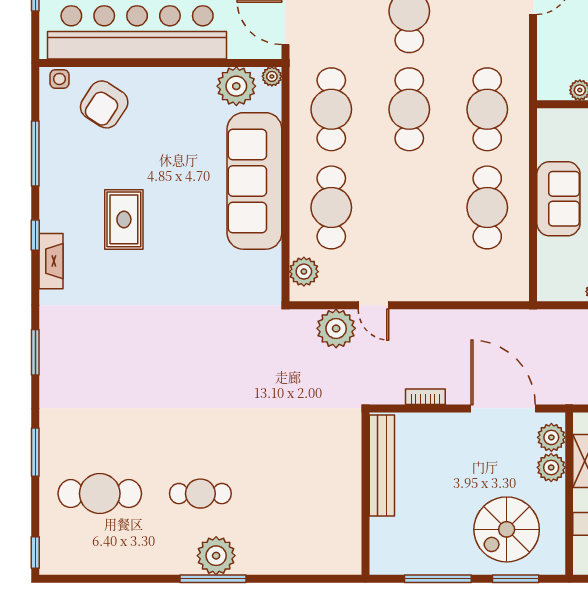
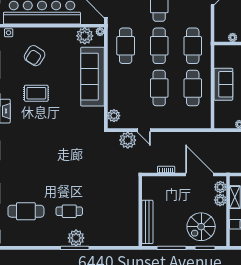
armchair: (104, 104) -> (35, 56), moved
cafe table: (331, 207) -> (159, 88), moved
rug: (124, 219) -> (36, 93), turned 90
bench: (382, 465) -> (147, 222), moved

